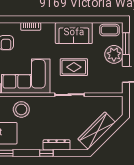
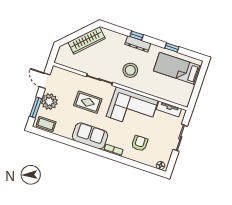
sofa: (74, 33) -> (90, 136), moved
stool: (21, 109) -> (130, 70), moved
dresser: (57, 145) -> (138, 44), moved

